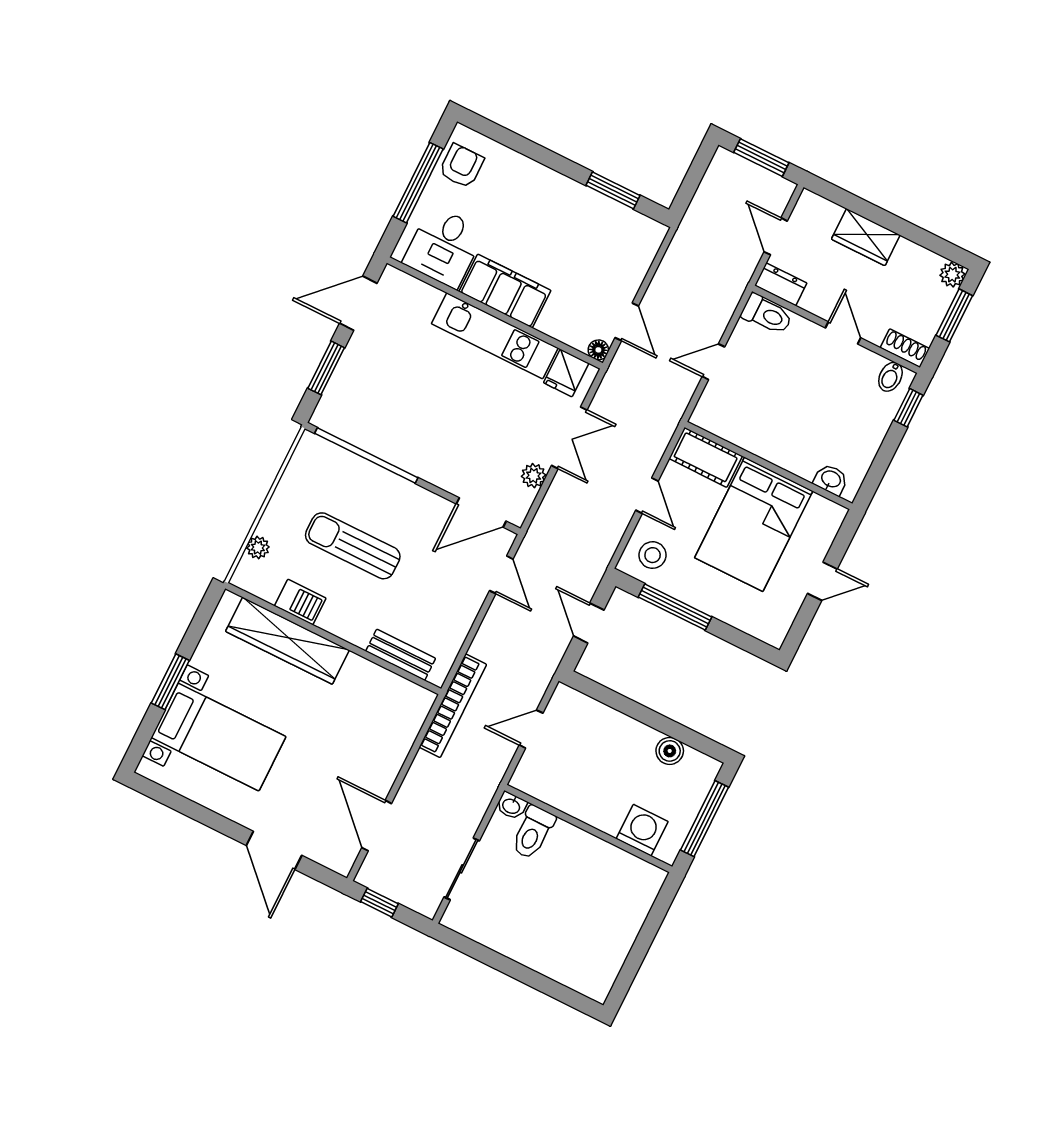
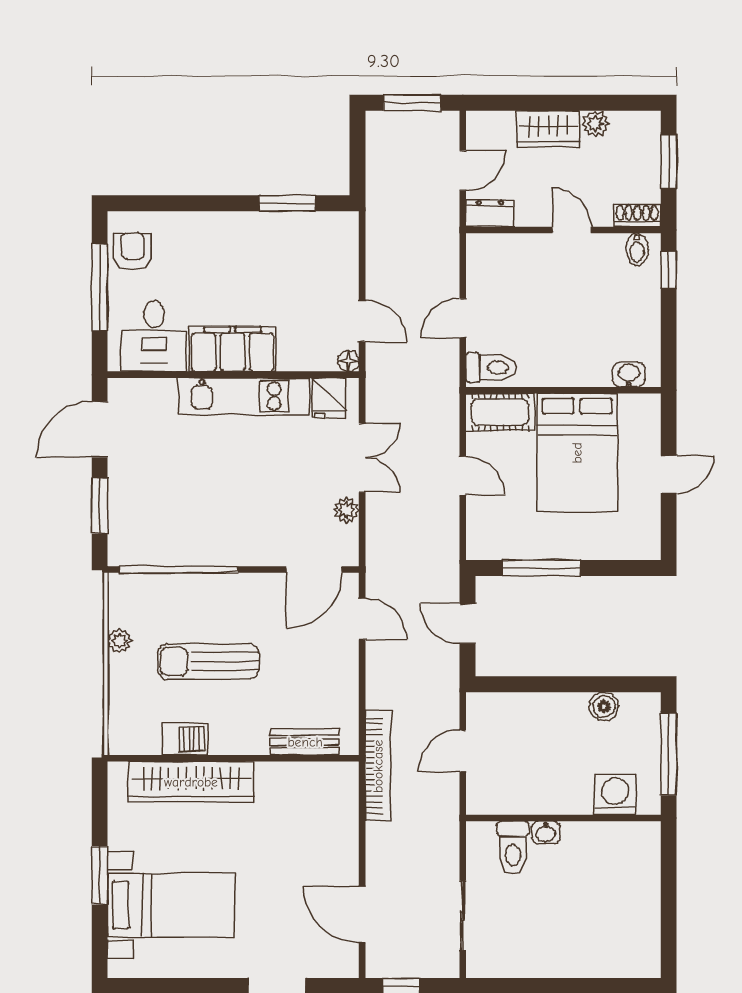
door: (776, 236) -> (463, 171), swing flipped
plant: (952, 275) -> (595, 124), moved
toilet: (767, 314) -> (491, 367), moved
plant: (258, 547) -> (119, 641), moved
stool: (653, 555) -> (496, 529), removed
washbasin: (511, 806) -> (546, 833), moved

